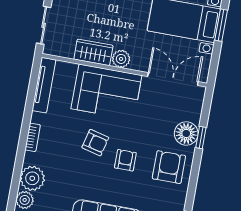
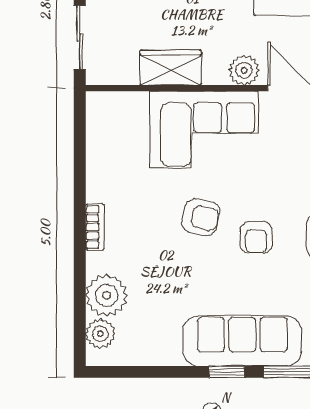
plant: (121, 59) -> (244, 70), moved
tv unit: (44, 85) -> (98, 137), removed
armchair: (125, 160) -> (256, 237), turned 180

